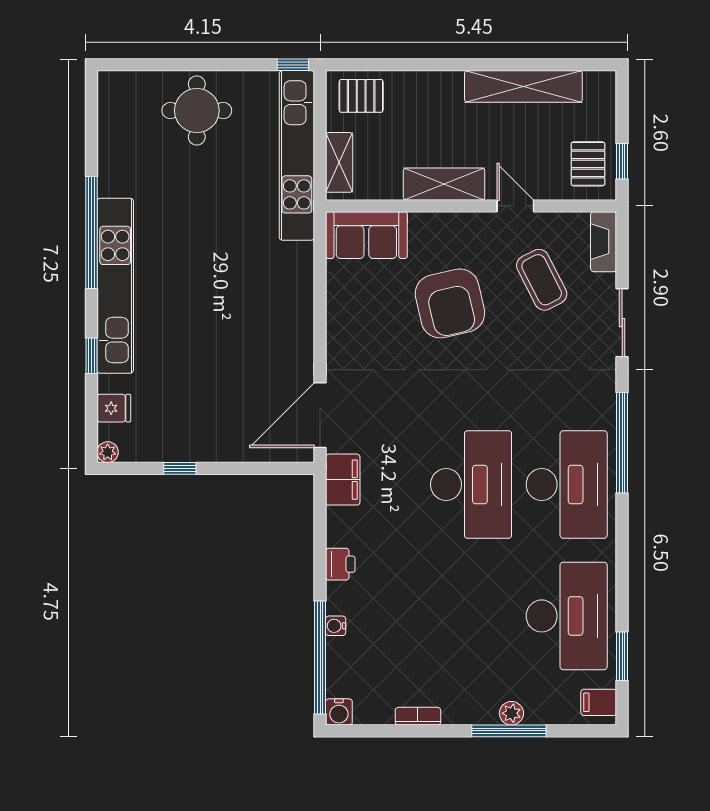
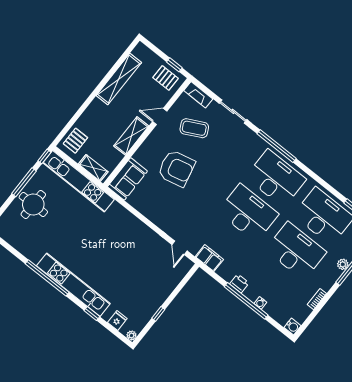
window: (222, 65) -> (24, 182), added
door: (320, 415) -> (179, 248), width x0.53
desk: (471, 616) -> (296, 251), added
window: (320, 657) -> (246, 301), moved

